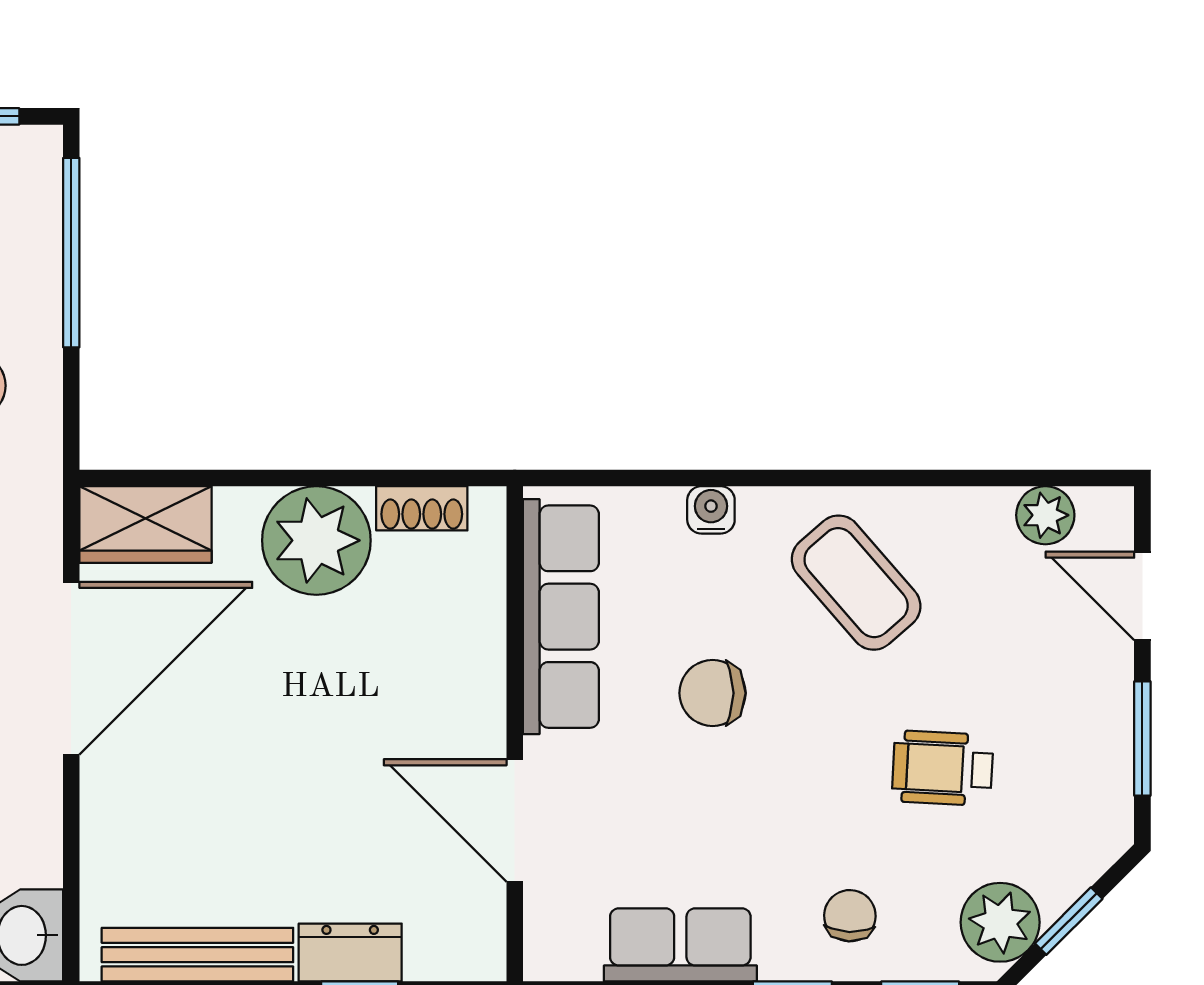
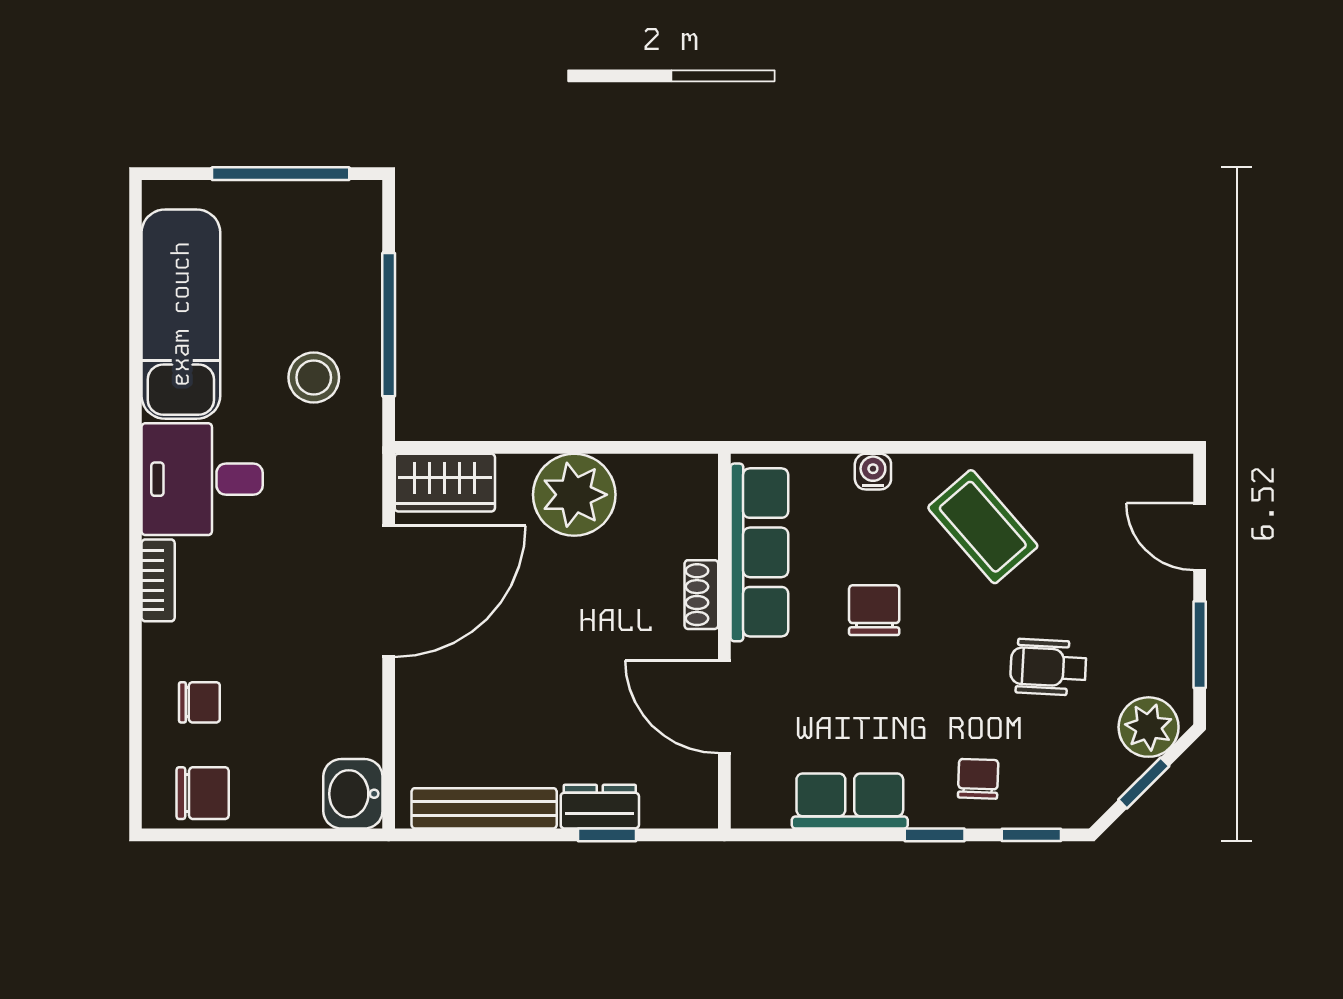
window: (71, 253) -> (389, 325), moved
shoe rack: (422, 508) -> (701, 595), moved, turned 90
plant: (1045, 515) -> (1126, 476), removed
chair: (713, 693) -> (874, 610), turned 90
plant: (1000, 922) -> (1149, 727), moved

